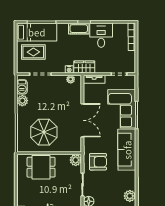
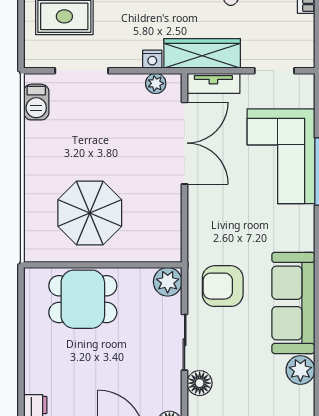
wardrobe: (84, 67) -> (202, 53), width x1.50
plant: (22, 101) -> (37, 136), removed
double door: (82, 120) -> (185, 143), moved
sofa: (127, 150) -> (293, 303), moved
armchair: (98, 162) -> (223, 286), turned 180

